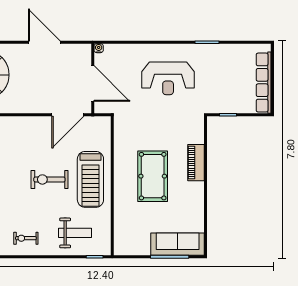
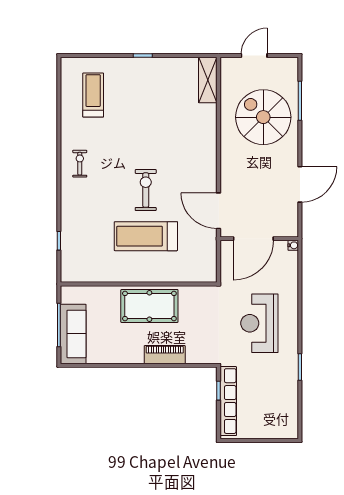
row of seats: (264, 83) -> (228, 401), moved, turned 90
wall: (112, 186) -> (139, 284), moved
weight bench: (75, 233) -> (86, 219), removed

